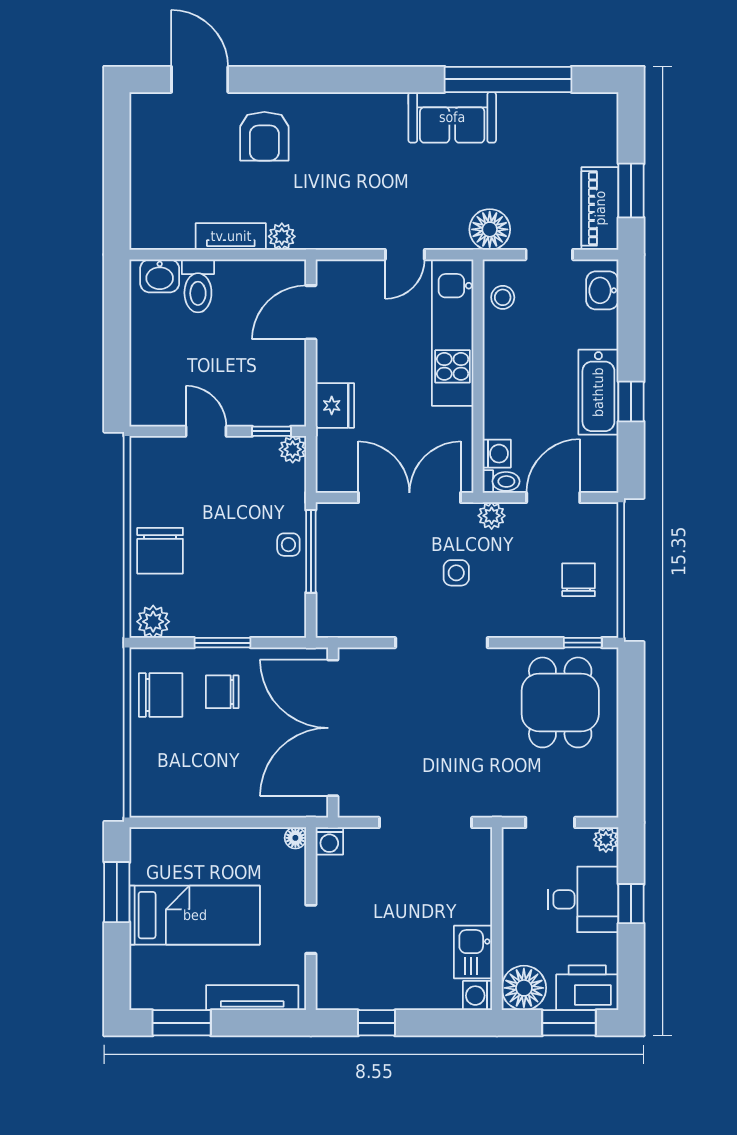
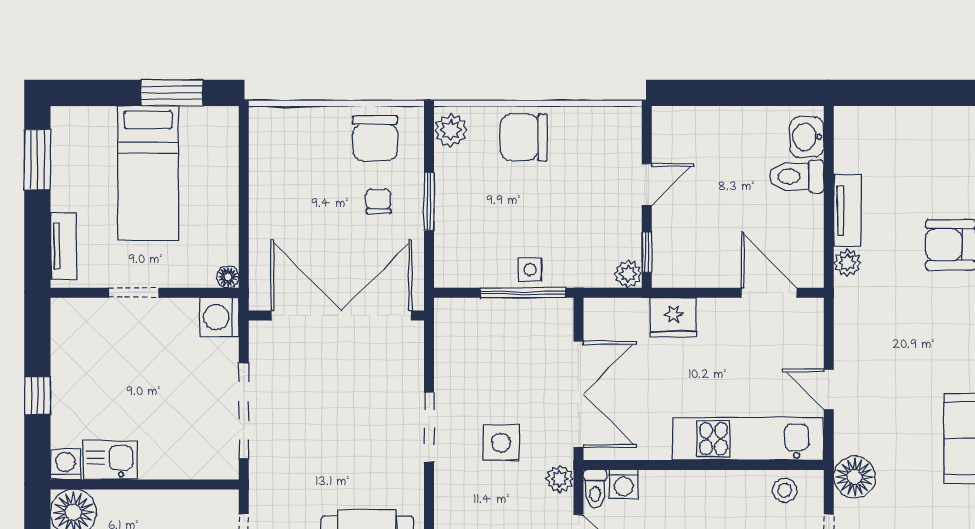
side table: (456, 573) -> (501, 442), width x1.37, depth x1.37
doorway: (441, 643) -> (429, 427), width x0.73
chair: (222, 692) -> (378, 201), width x0.73, depth x0.73
washing machine: (329, 841) -> (219, 317), width x1.38, depth x1.38
tv unit: (252, 998) -> (63, 246), width x0.71
window: (377, 1023) -> (37, 396), moved

